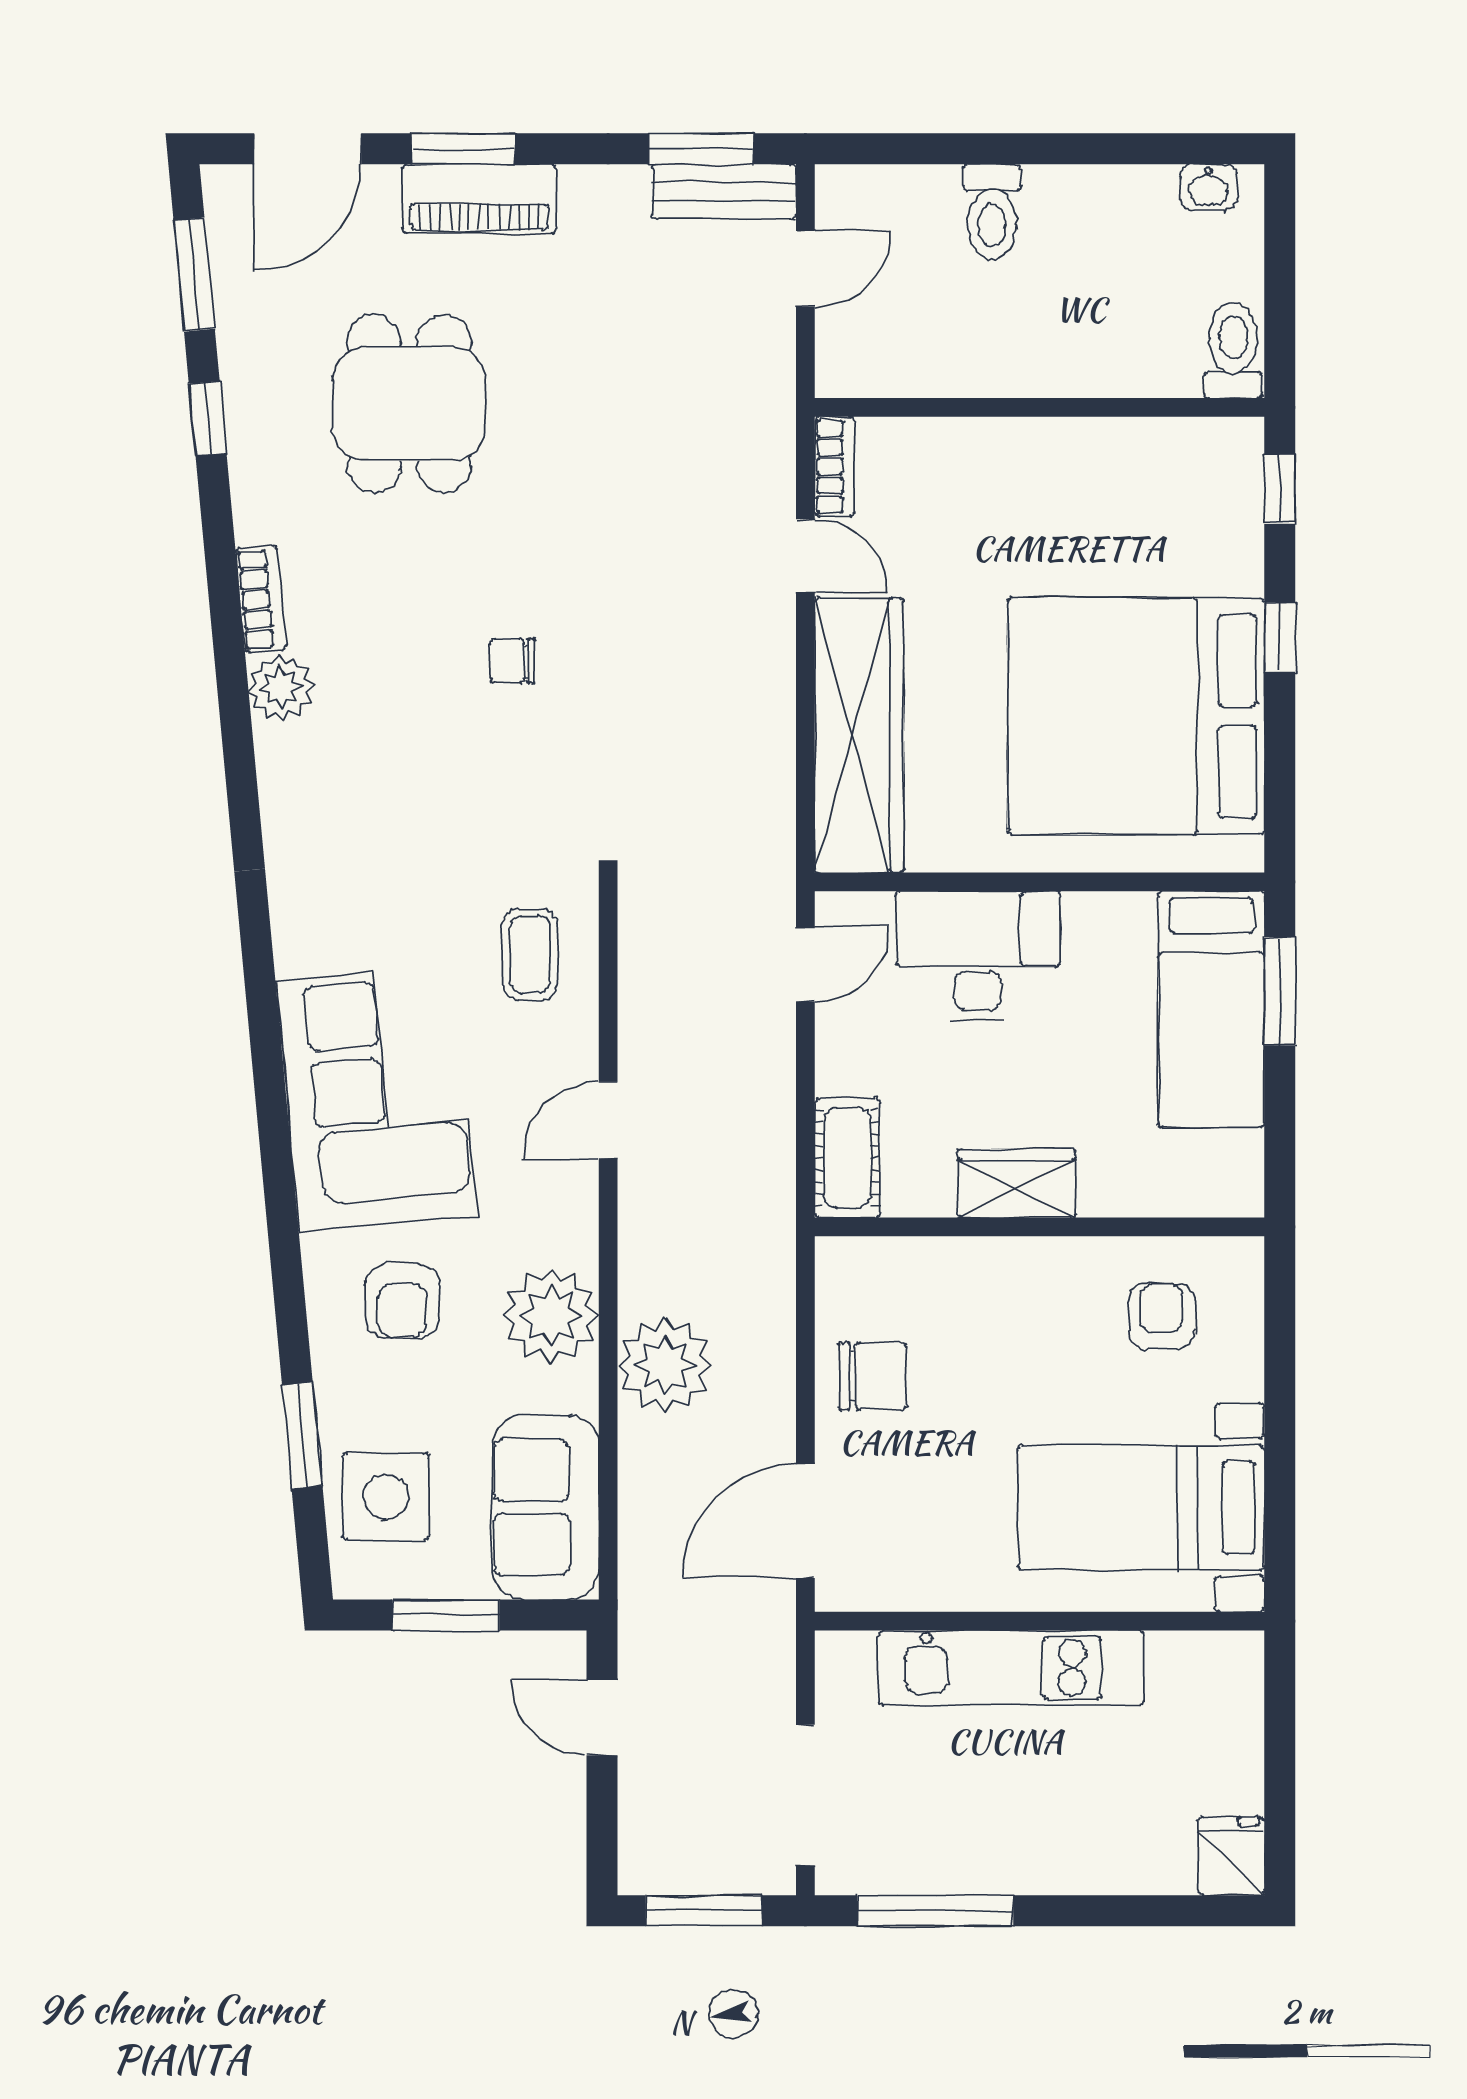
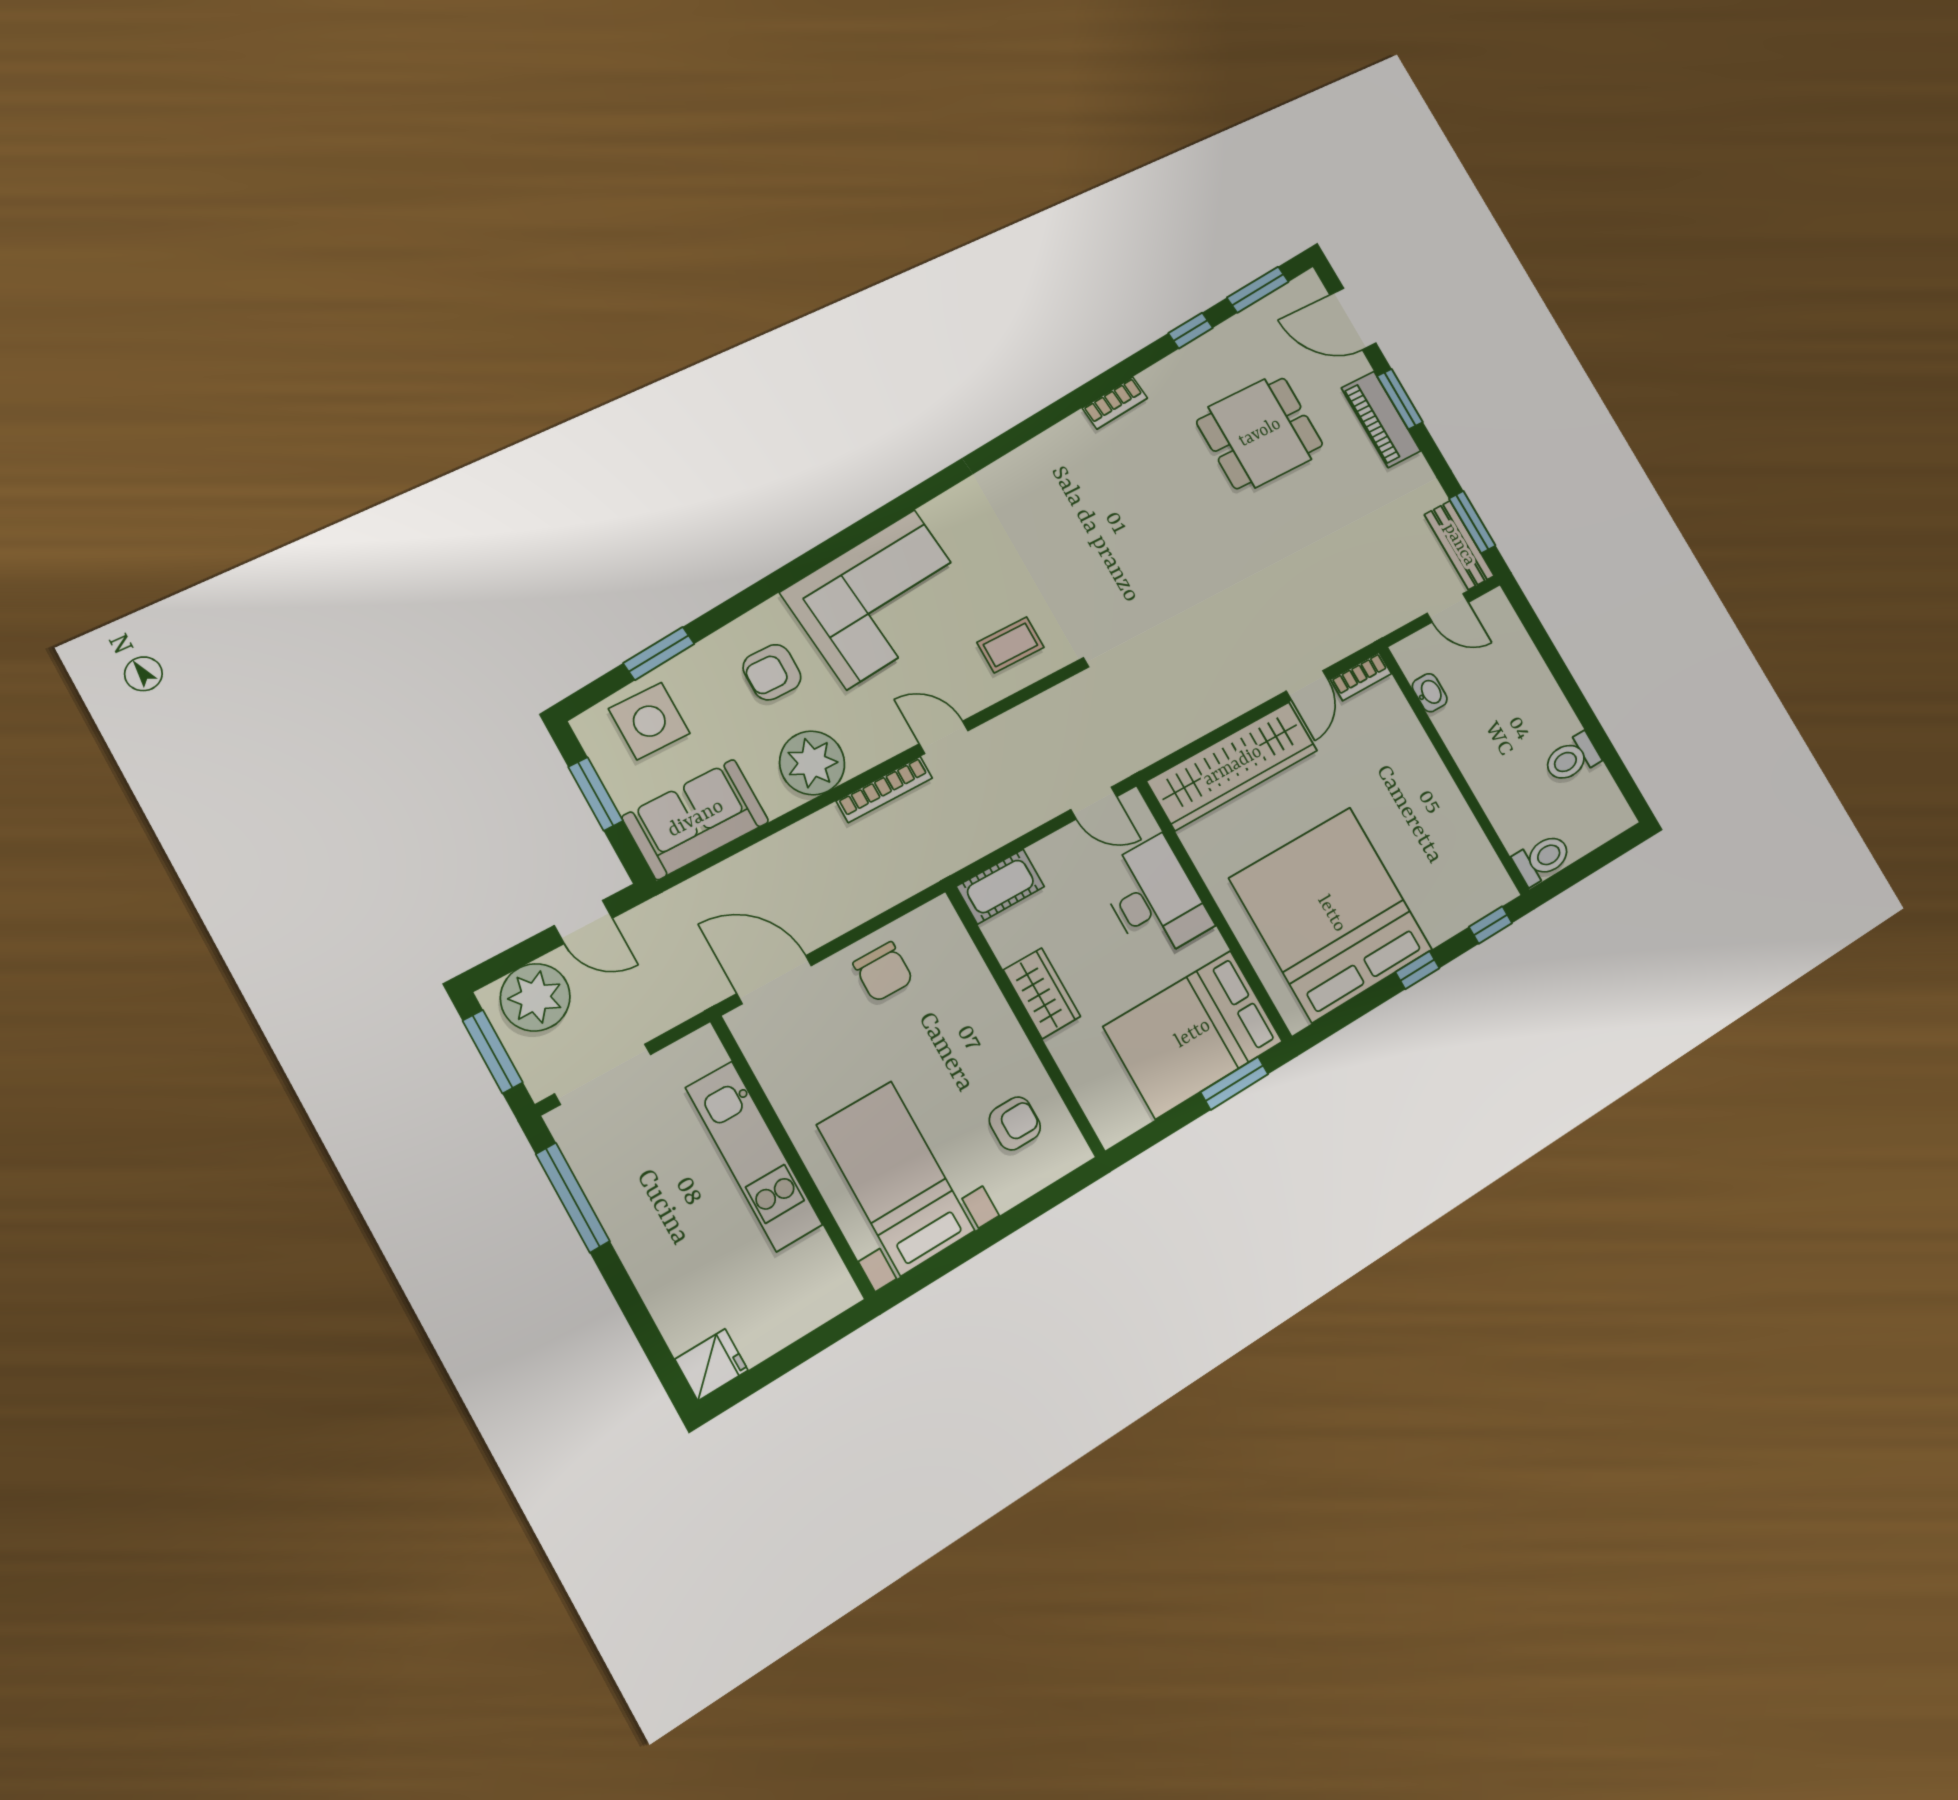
washbasin: (1209, 187) -> (1430, 693), moved, turned 180
toilet: (992, 212) -> (1572, 758), moved
chair: (512, 661) -> (1161, 555), removed
plant: (281, 688) -> (1075, 436), removed
bed: (1211, 1009) -> (1193, 1034), width x1.50
bookcase: (636, 1240) -> (884, 789), added
plant: (665, 1365) -> (535, 997), moved
door: (602, 1717) -> (583, 922), swing flipped

